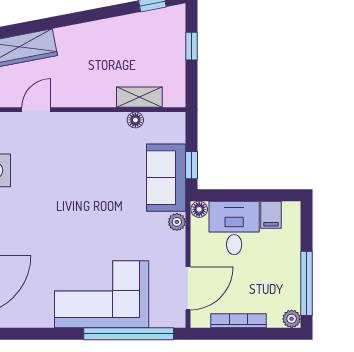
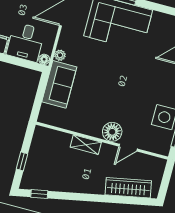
shelving: (139, 97) -> (86, 145), moved
floor lamp: (135, 120) -> (112, 132), moved, width x1.89, depth x1.89
window: (191, 165) -> (42, 88), removed

